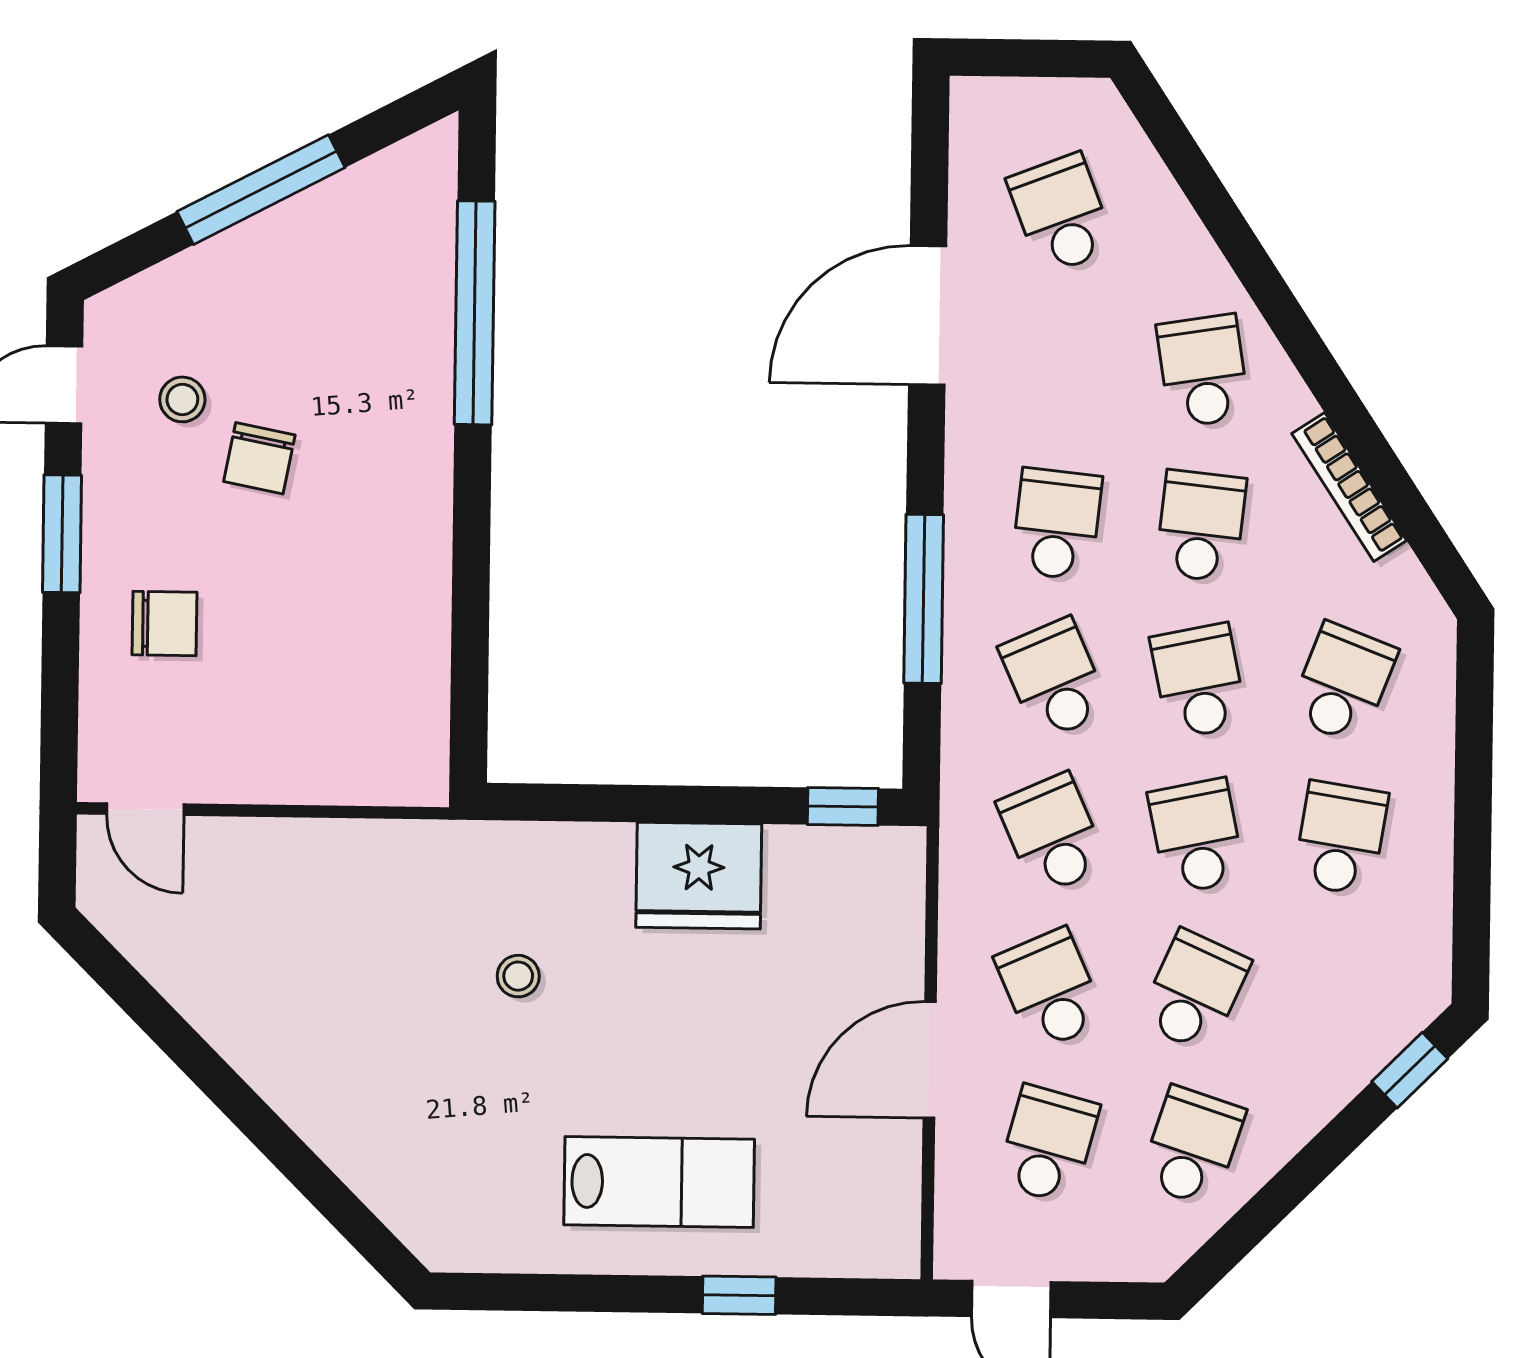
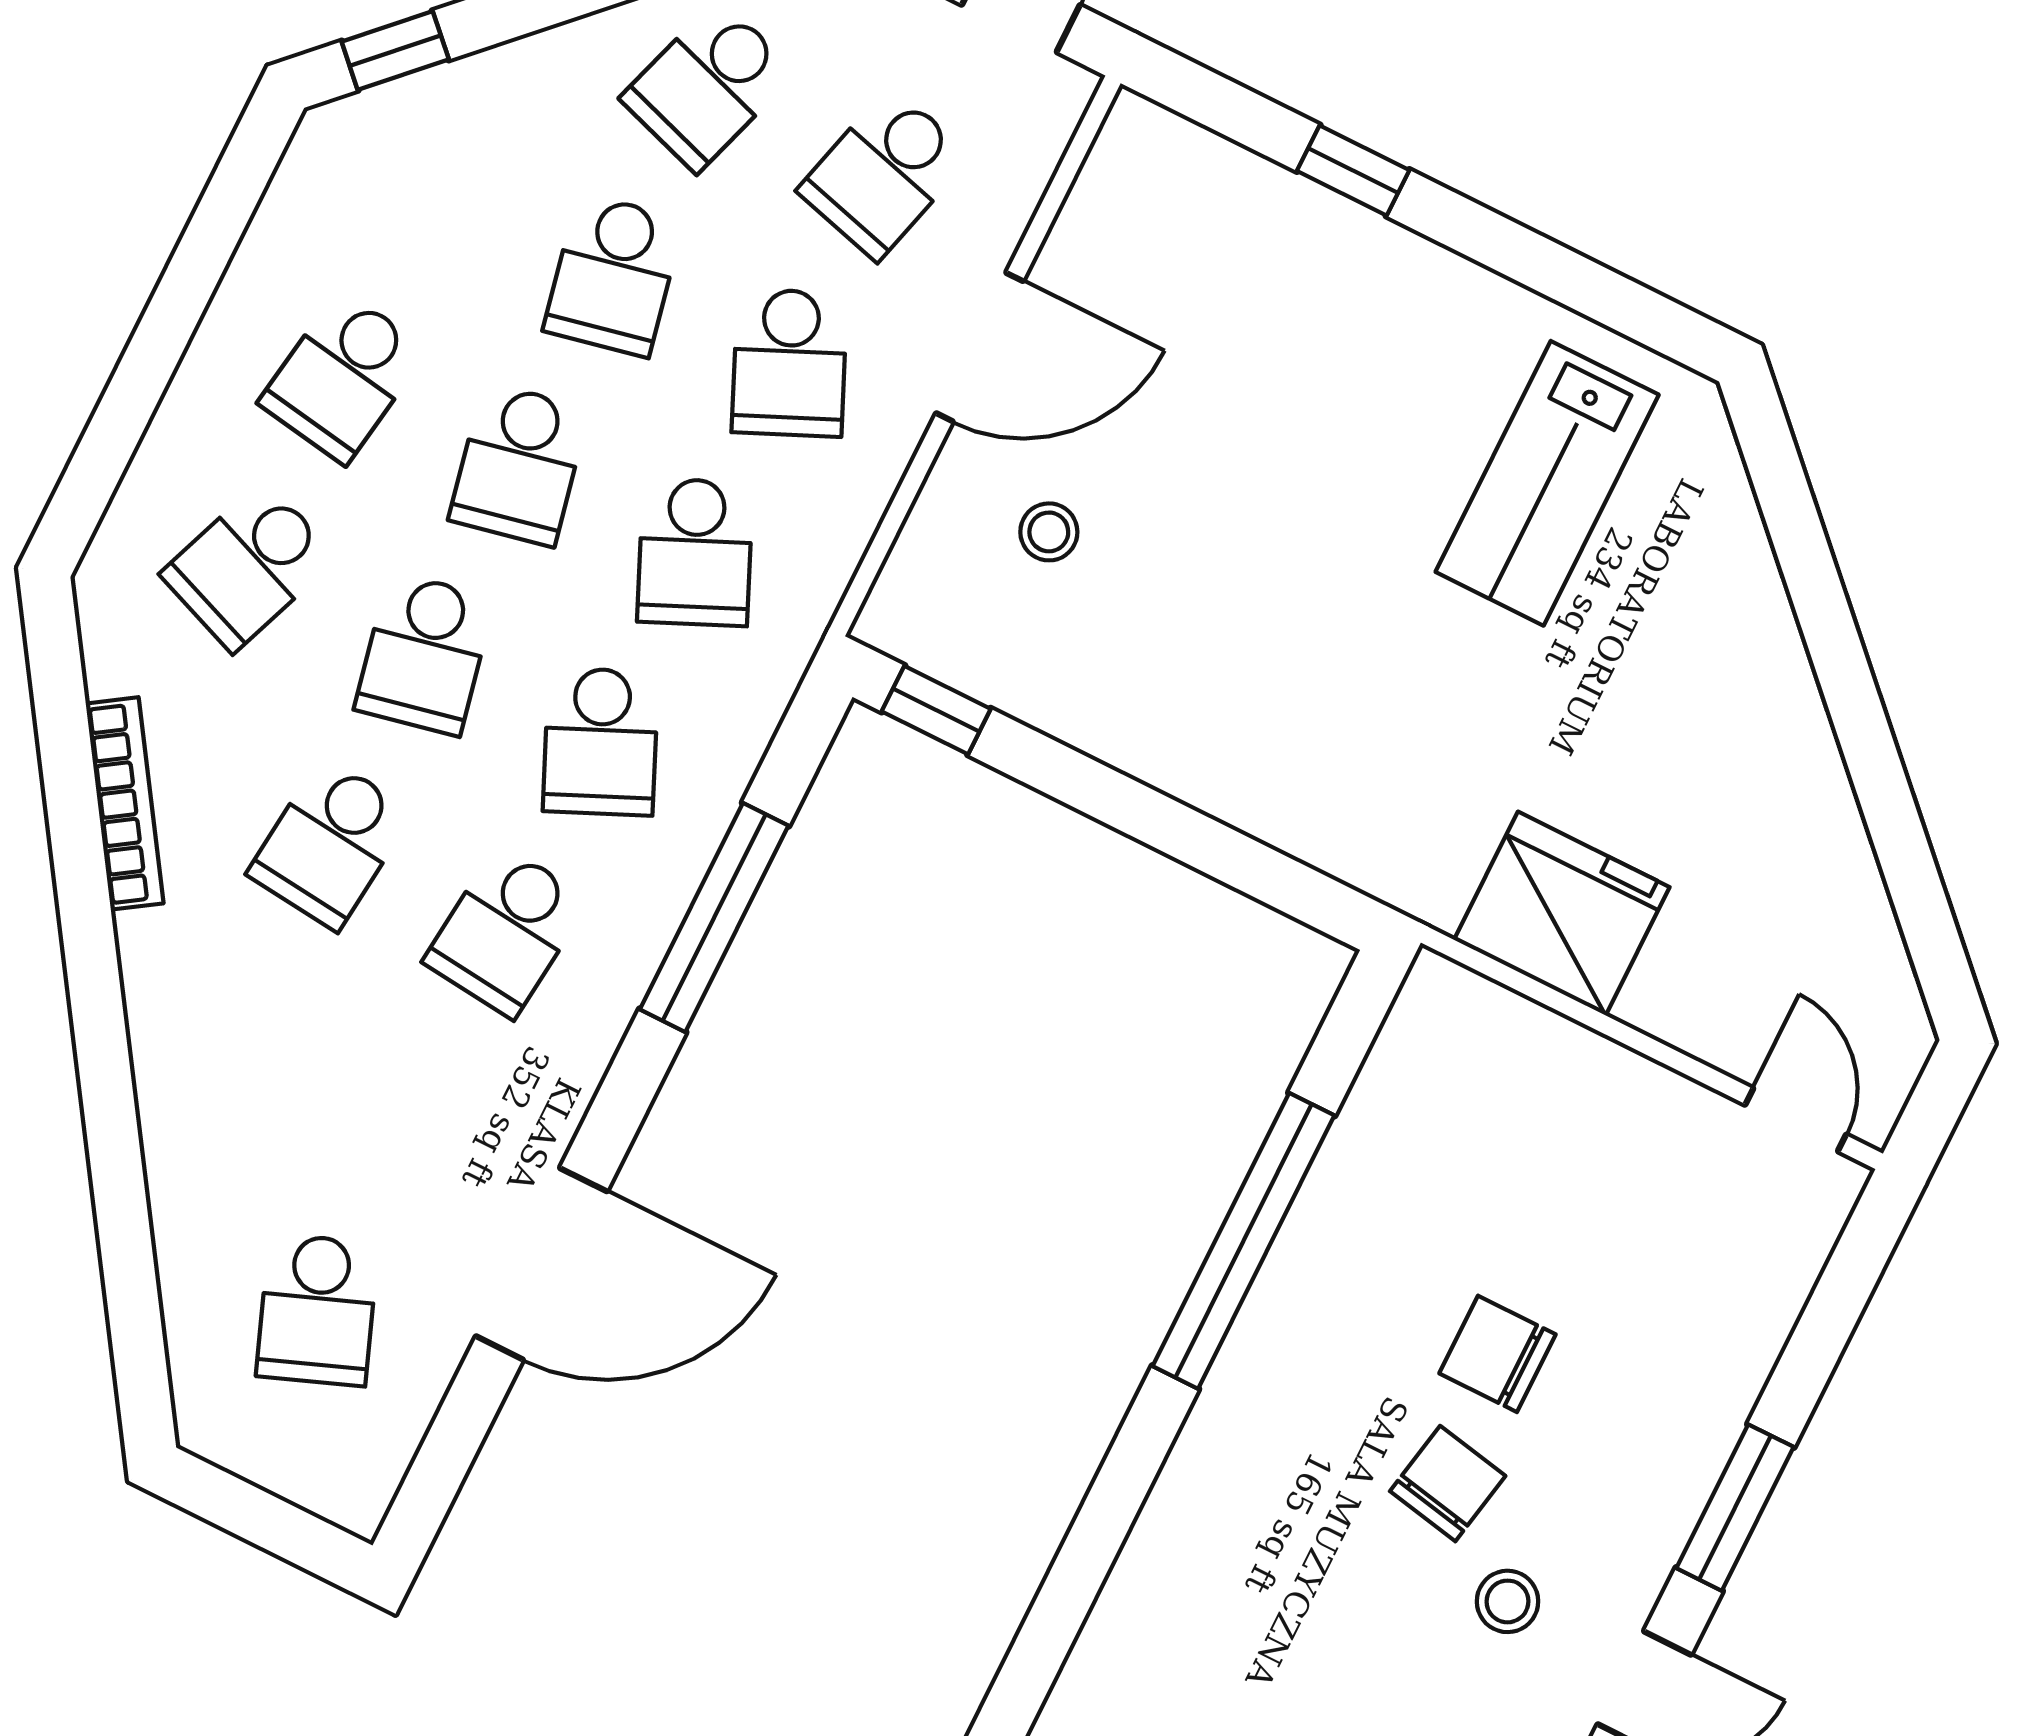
window: (475, 313) -> (1244, 1241), moved
school desk: (1203, 371) -> (236, 1033), removed
chair: (164, 623) -> (1497, 1354), moved
fridge: (699, 876) -> (1562, 913), moved
stool: (518, 976) -> (1049, 532), moved
school desk: (1194, 991) -> (613, 275), turned -36
lab bench: (659, 1182) -> (1547, 483), moved, turned -90

